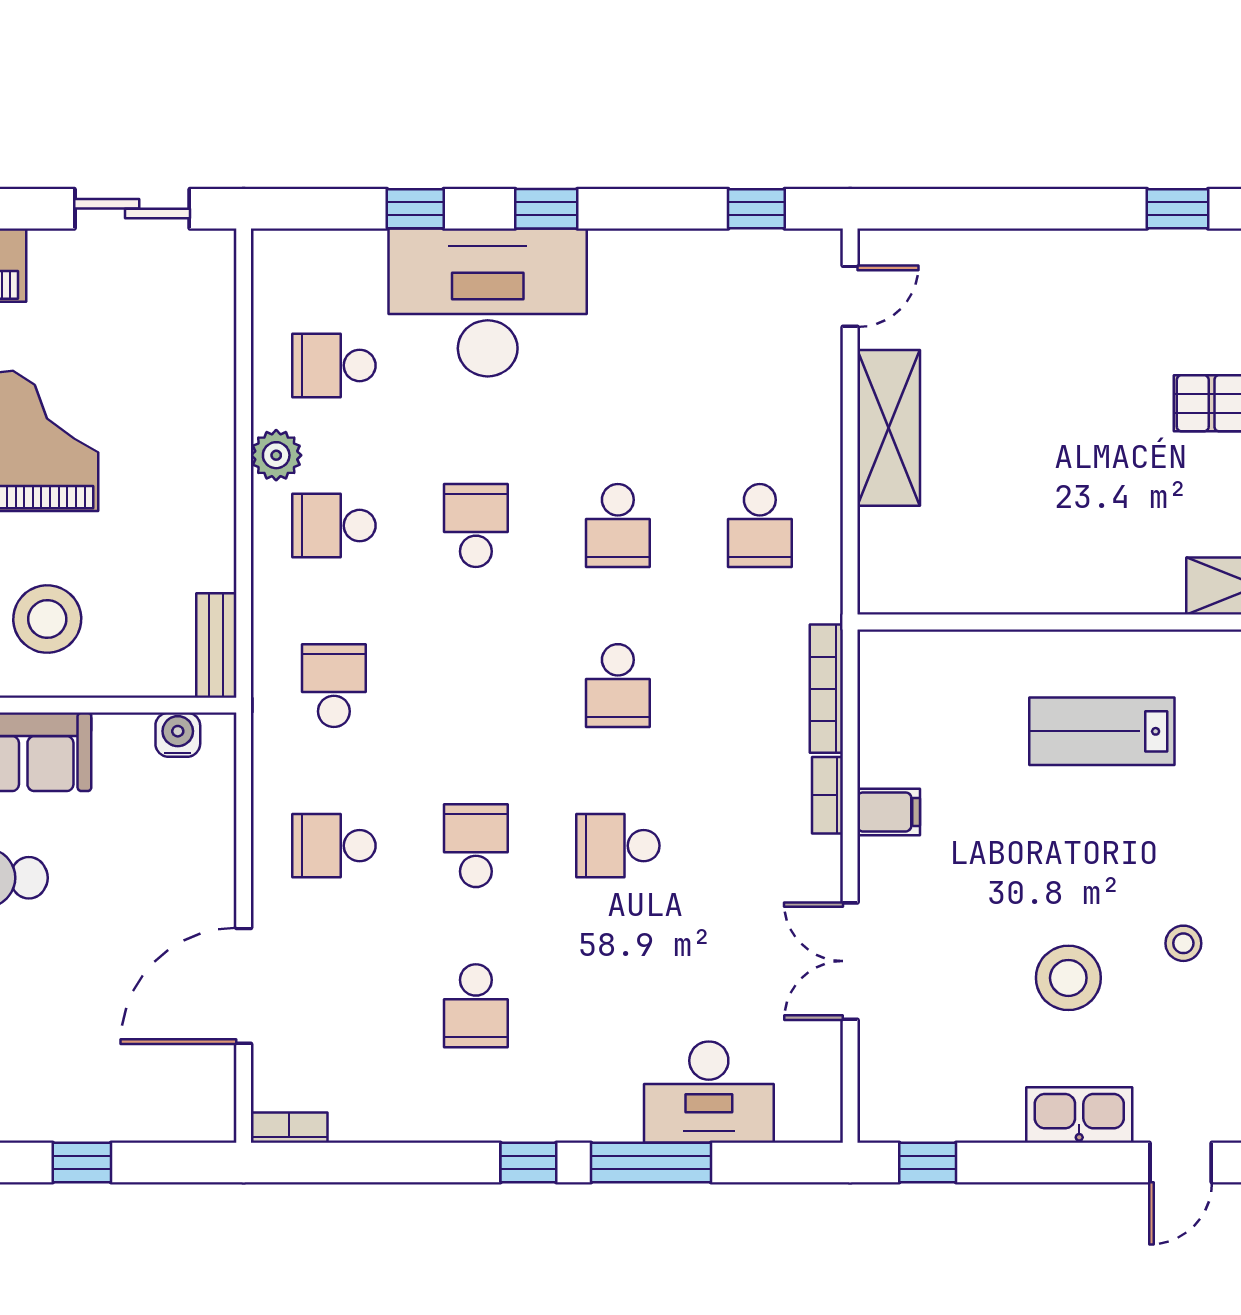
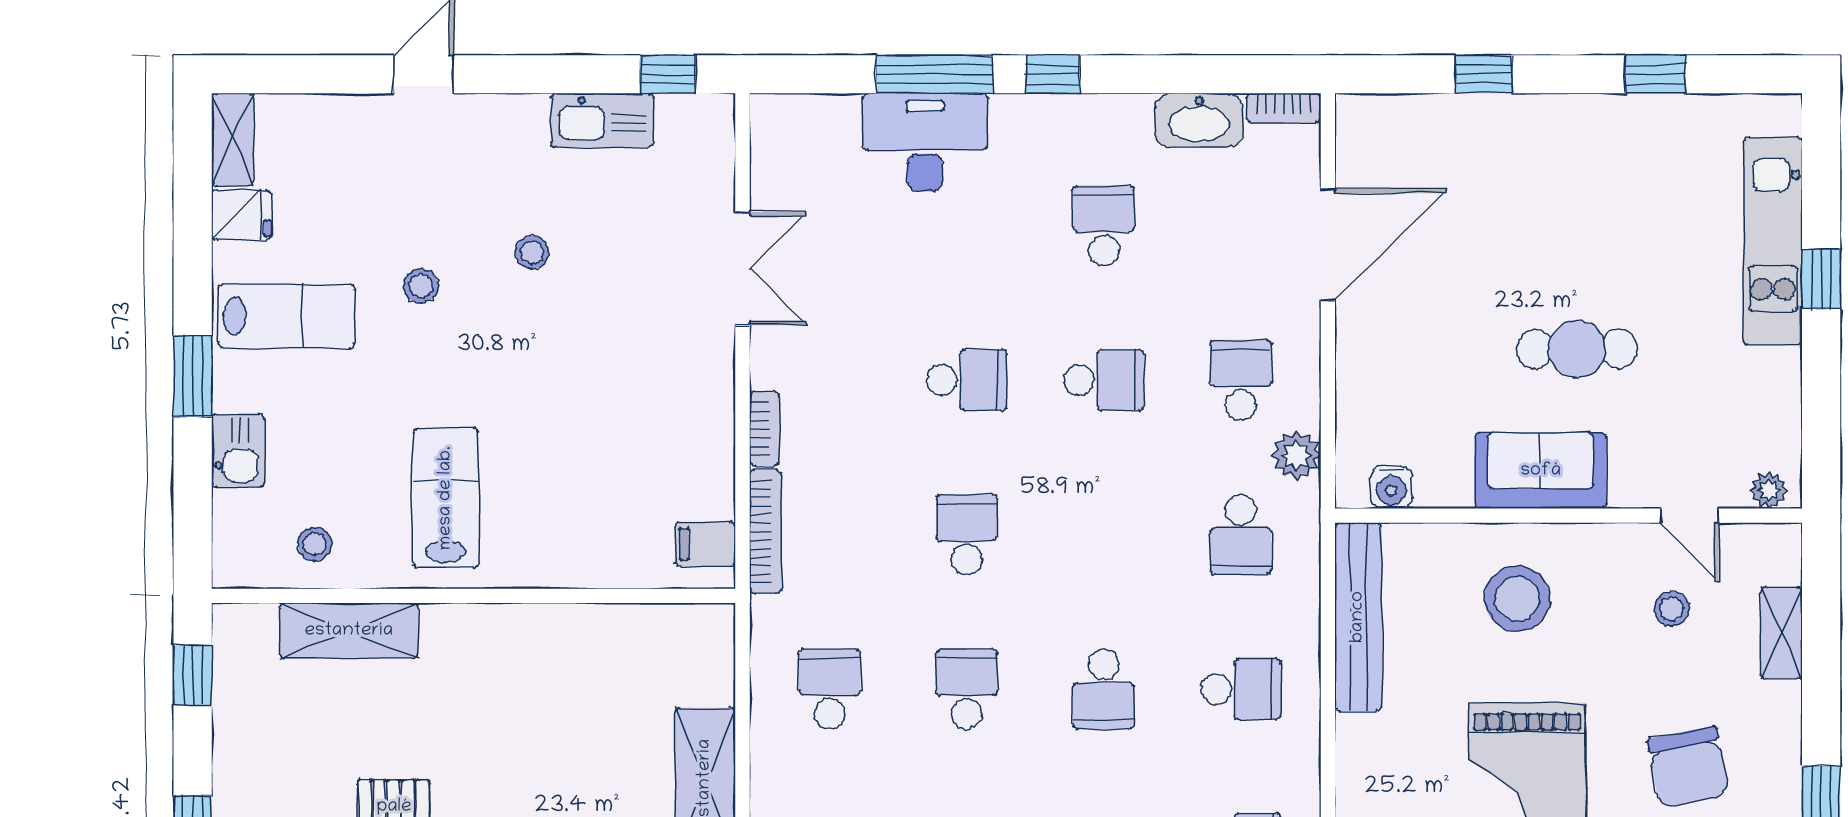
plant: (276, 455) -> (1296, 455), moved
bench: (216, 645) -> (1358, 617), width x1.86, depth x1.21
lab bench: (1102, 731) -> (446, 498), moved, turned -90
filing cabinet: (889, 812) -> (705, 544), moved
school desk: (334, 846) -> (1241, 380), turned -90
school desk: (476, 846) -> (1104, 380), turned -90
stool: (1068, 978) -> (532, 252), width x0.53, depth x0.53
desk: (709, 1092) -> (925, 142), moved
washbasin: (377, 1115) -> (1199, 120), added
kitchen sink: (1079, 1115) -> (602, 120), moved

